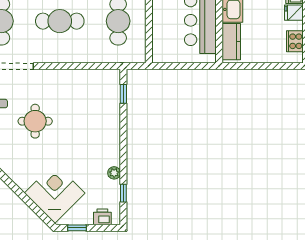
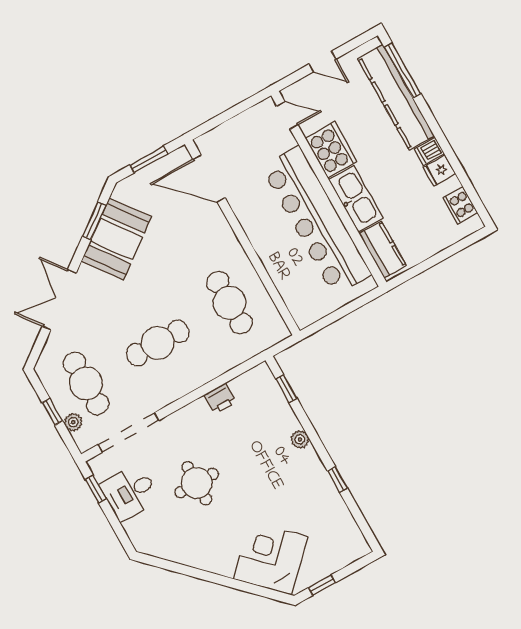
plant: (114, 173) -> (300, 439), moved
window: (123, 193) -> (338, 480), moved
printer: (102, 217) -> (220, 399), moved, turned 180

